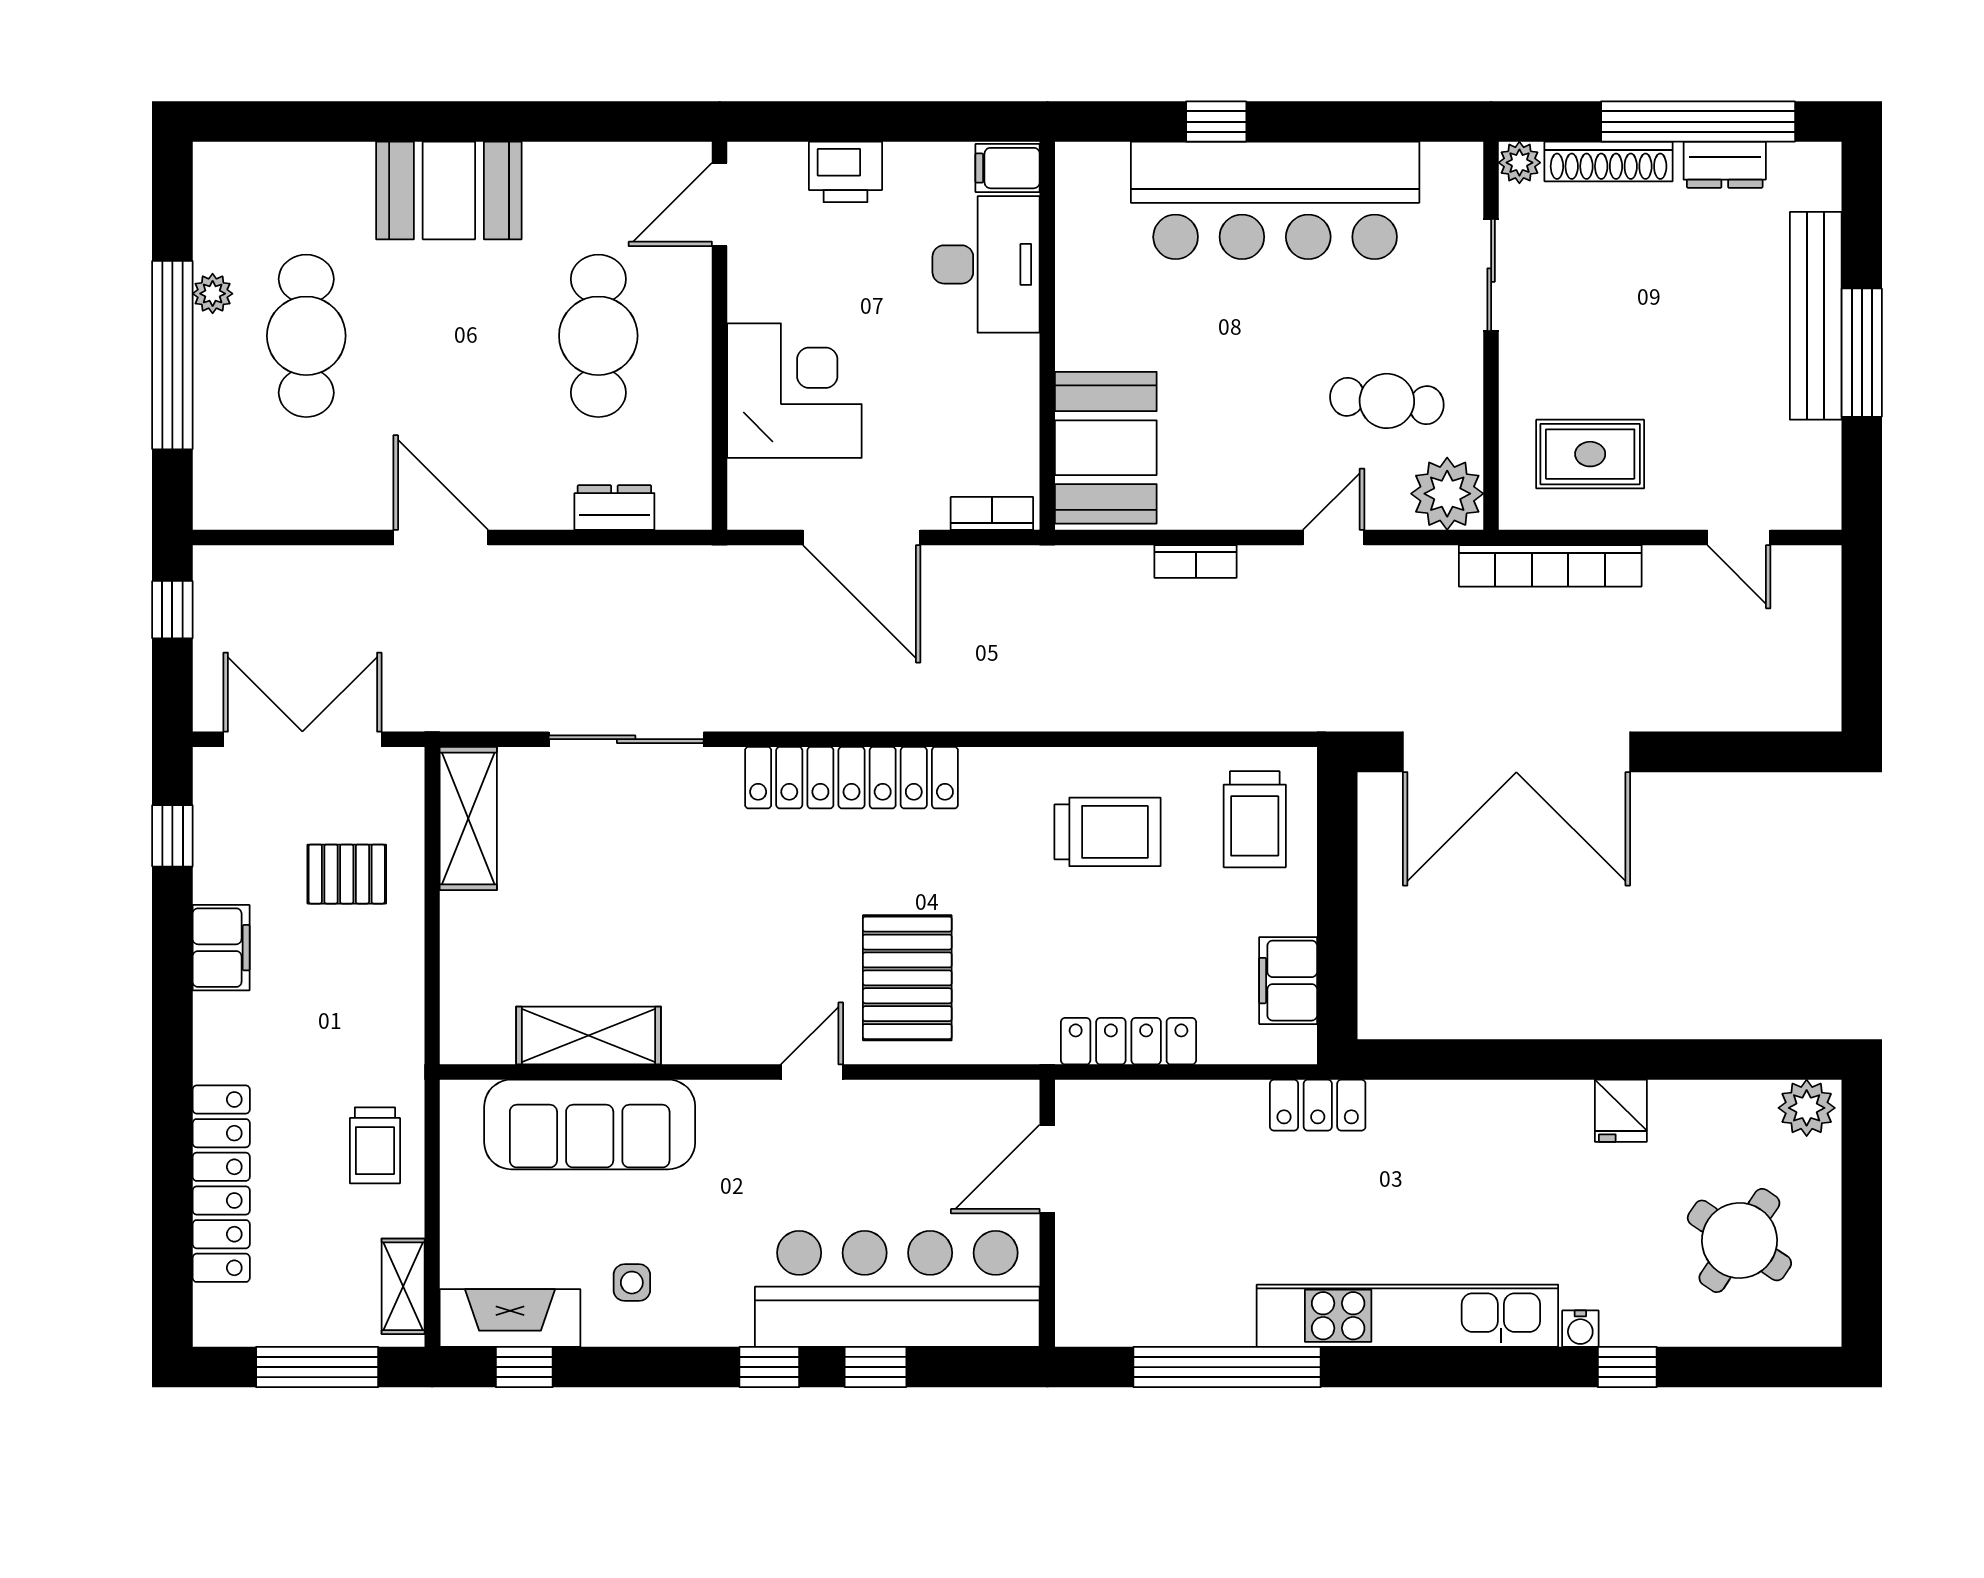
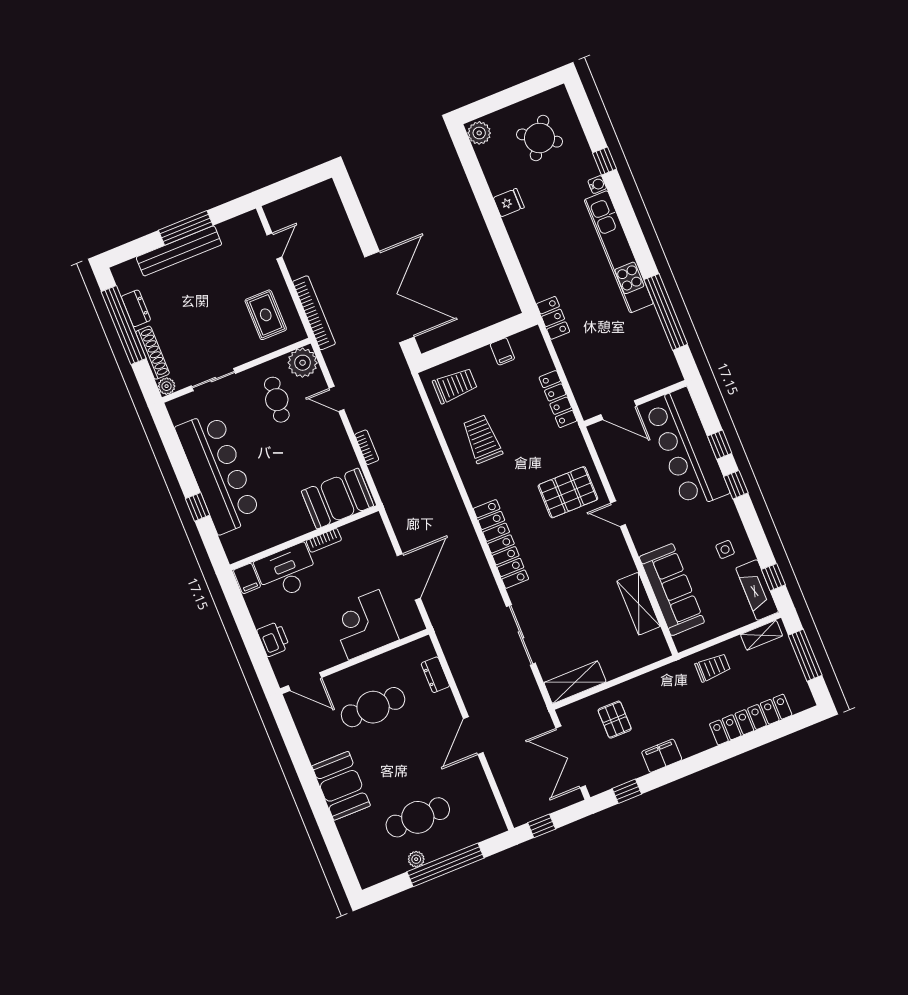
bookcase: (992, 513) -> (324, 540), moved, turned -90
filing cabinet: (1288, 981) -> (502, 351), width x0.50

